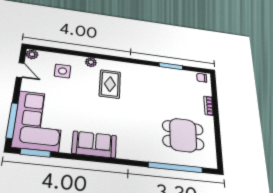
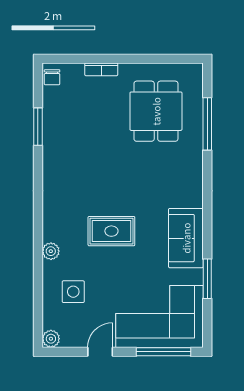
door: (20, 70) -> (100, 352), moved
rug: (110, 84) -> (111, 231), moved
window: (35, 153) -> (207, 279), moved
window: (176, 167) -> (207, 124), width x0.68

